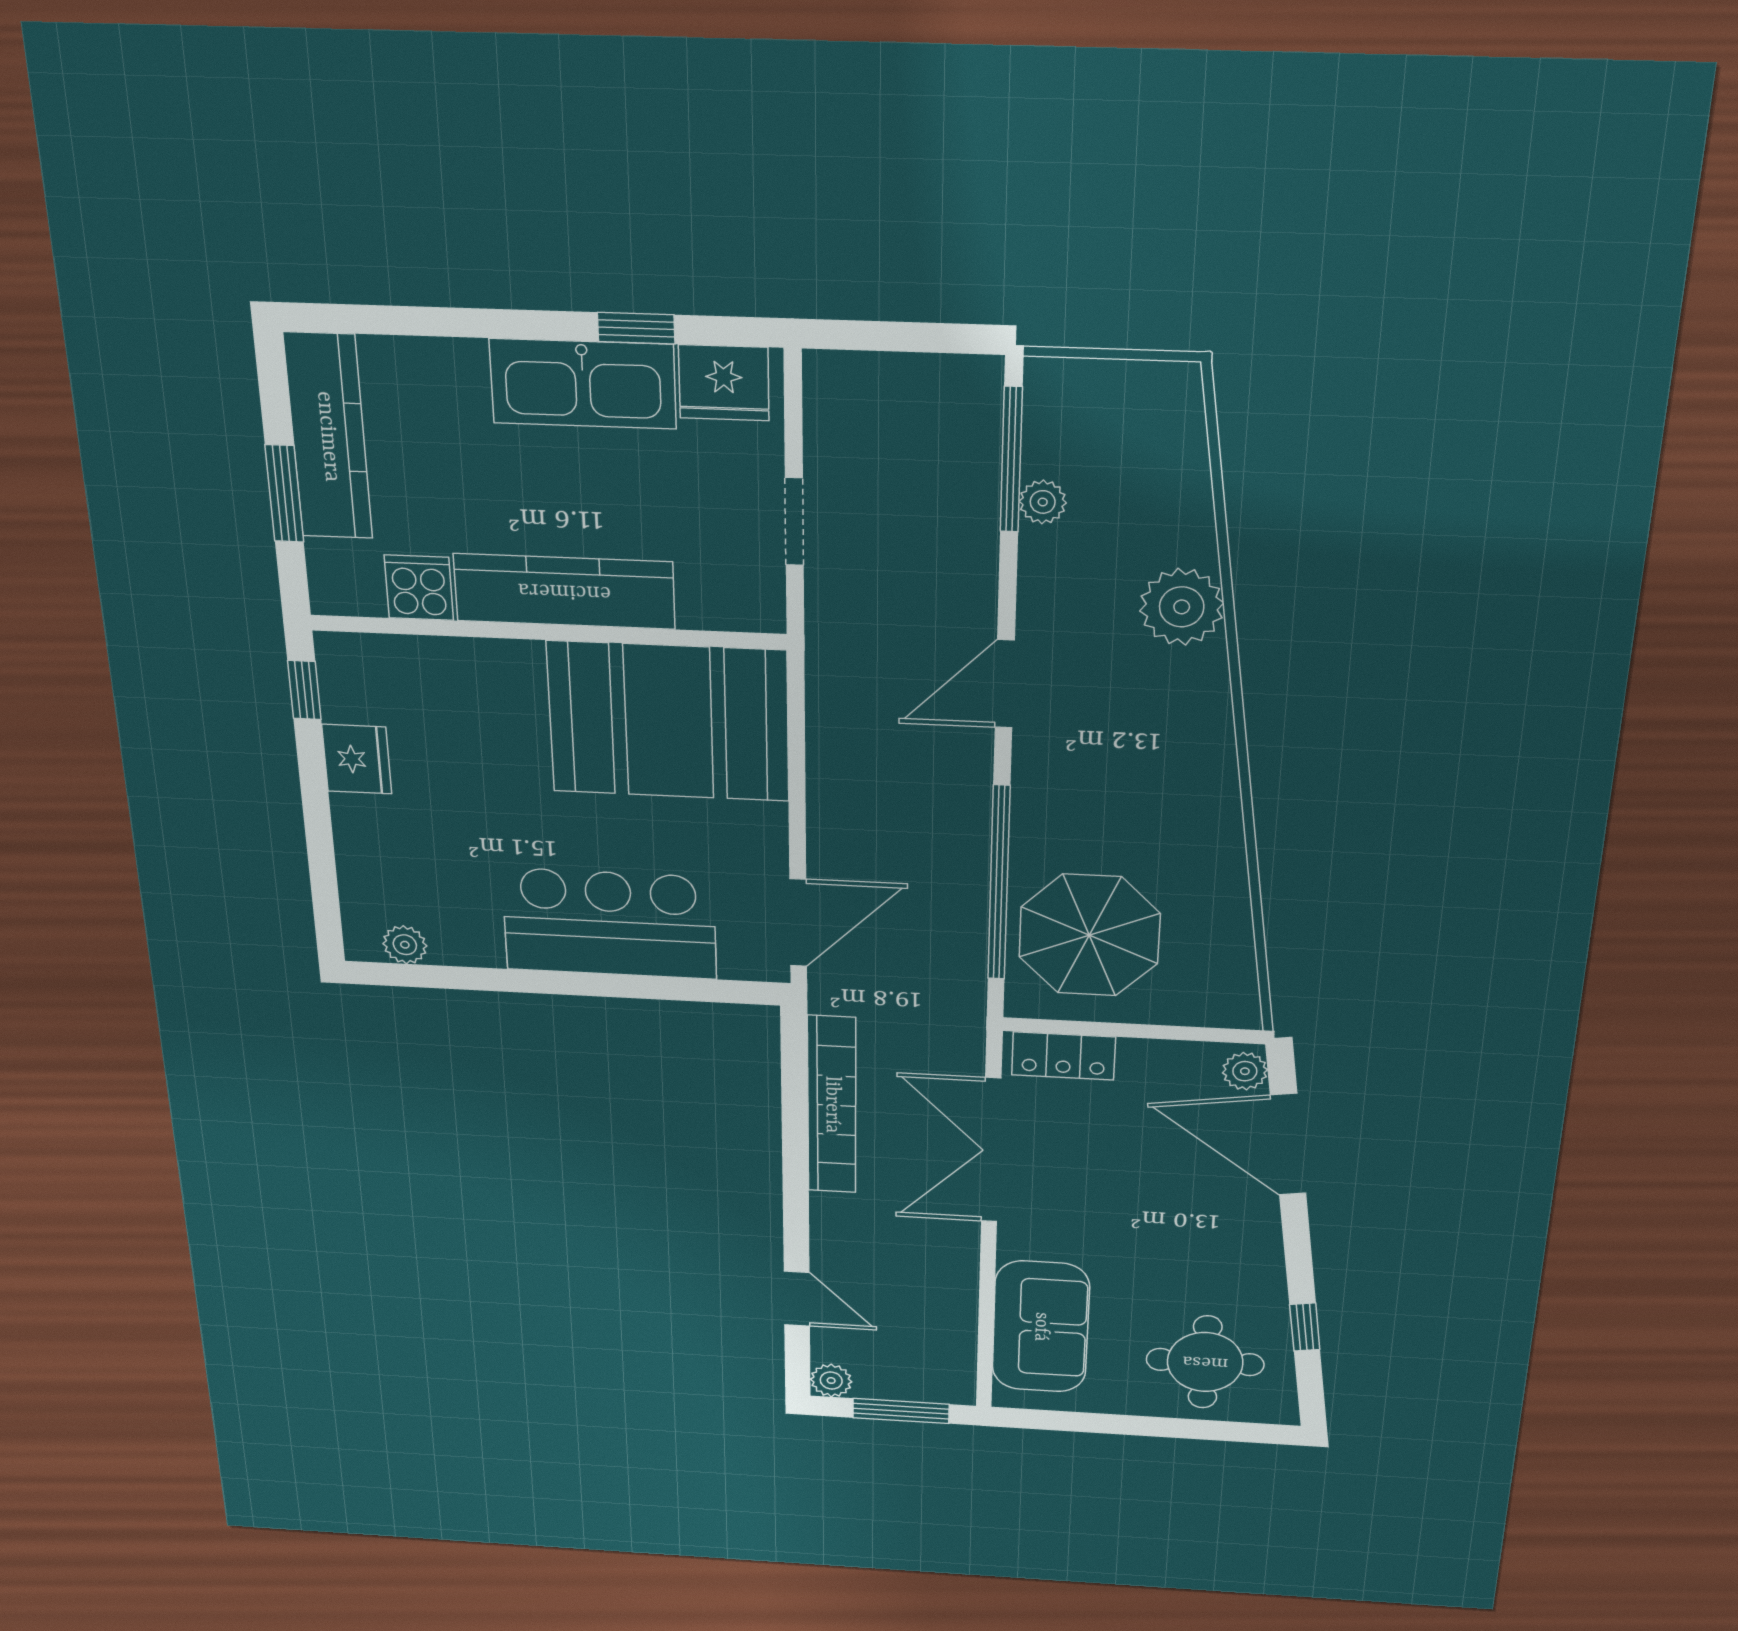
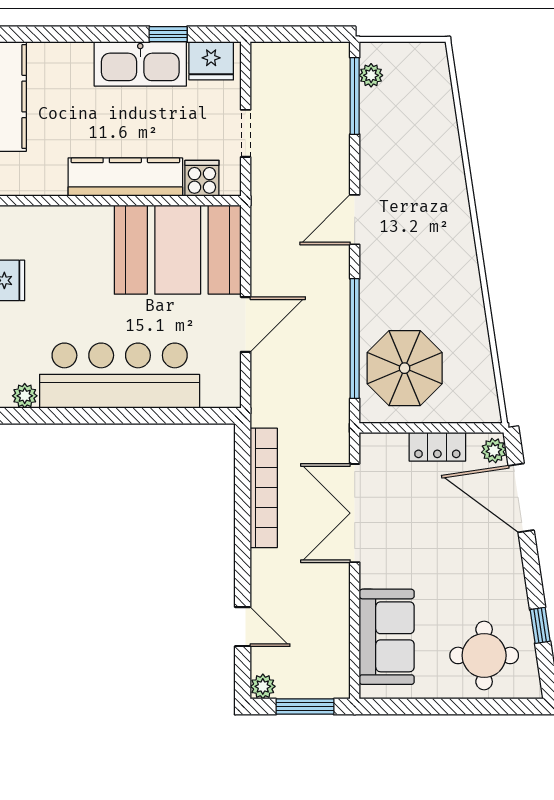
plant: (1043, 502) -> (371, 75), moved
cooker: (419, 588) -> (202, 178), moved
plant: (1182, 607) -> (443, 172), removed
door: (798, 923) -> (246, 324), moved
bar counter: (609, 924) -> (120, 376), width x1.36
locker: (1063, 1056) -> (437, 447), moved

